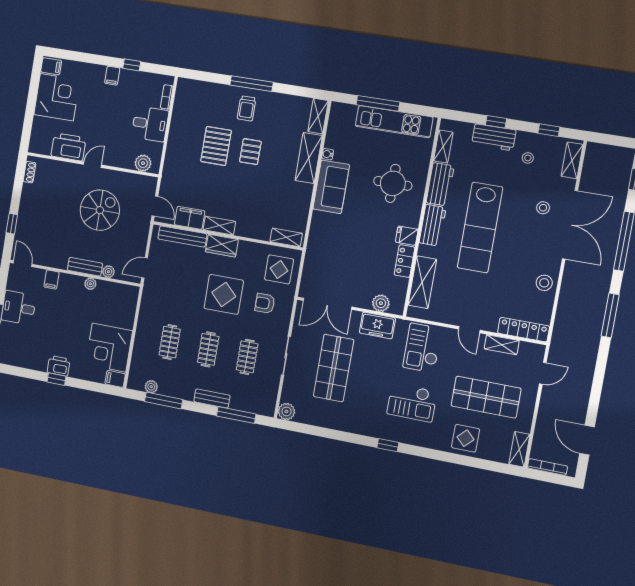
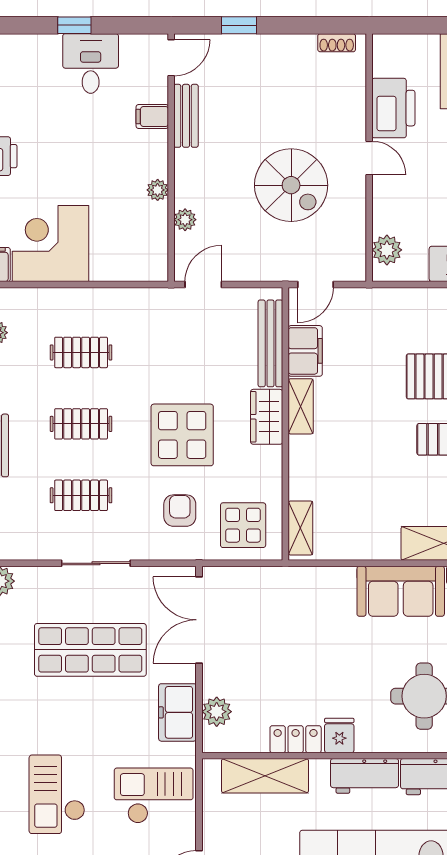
bench: (85, 267) -> (186, 116), moved
door: (145, 268) -> (203, 284), hinge flipped

